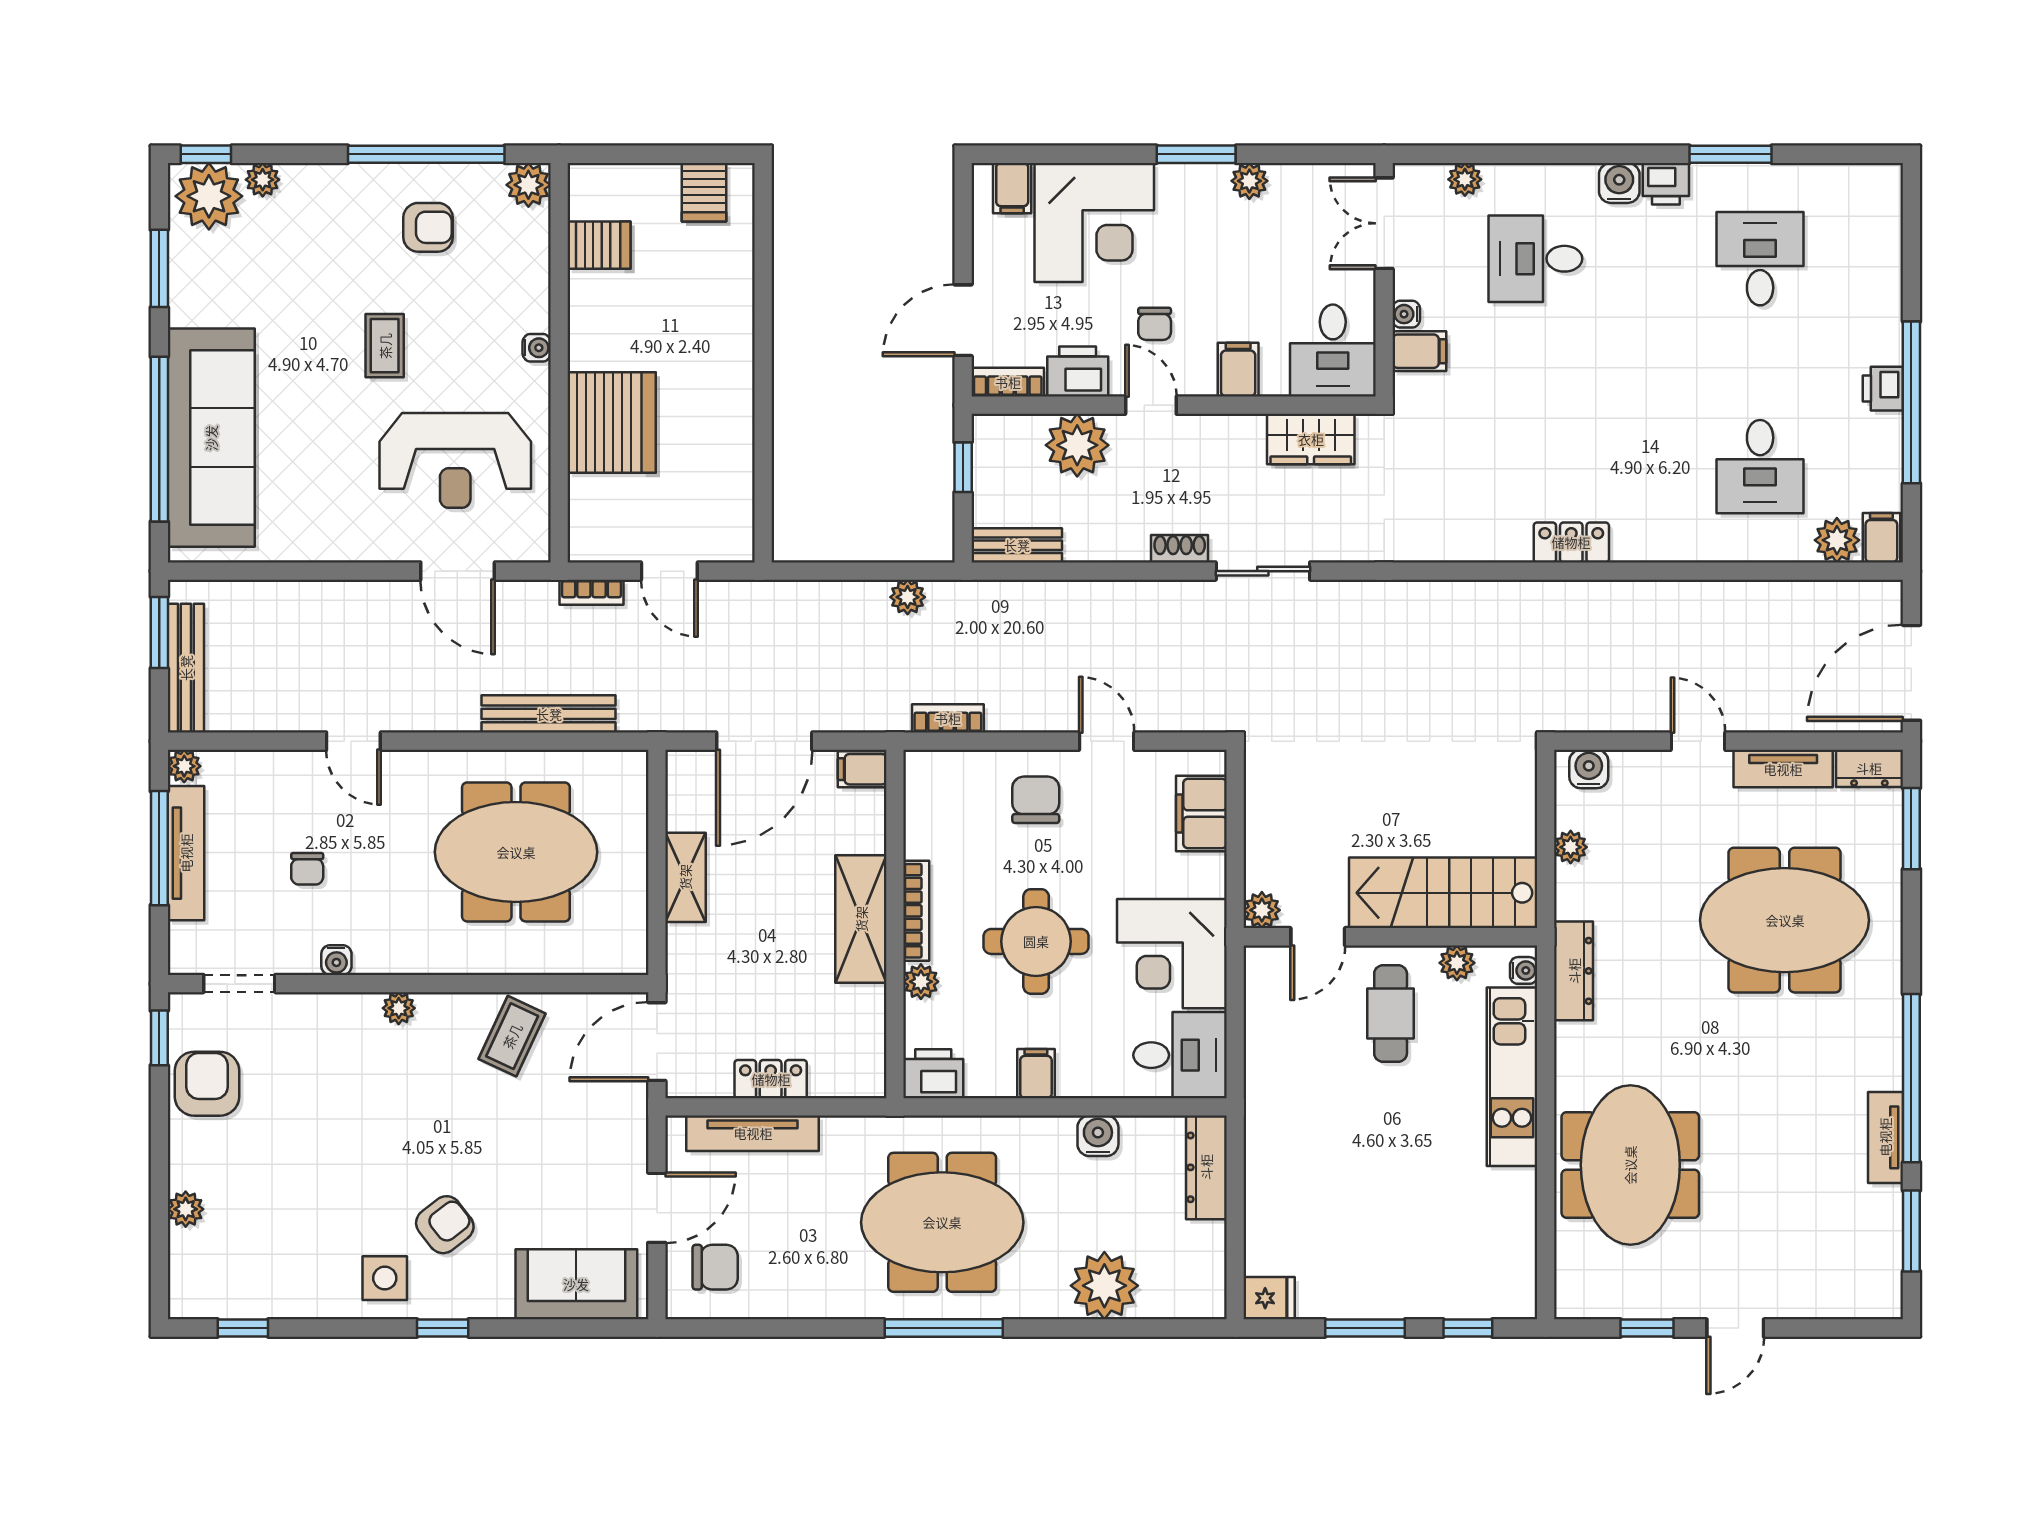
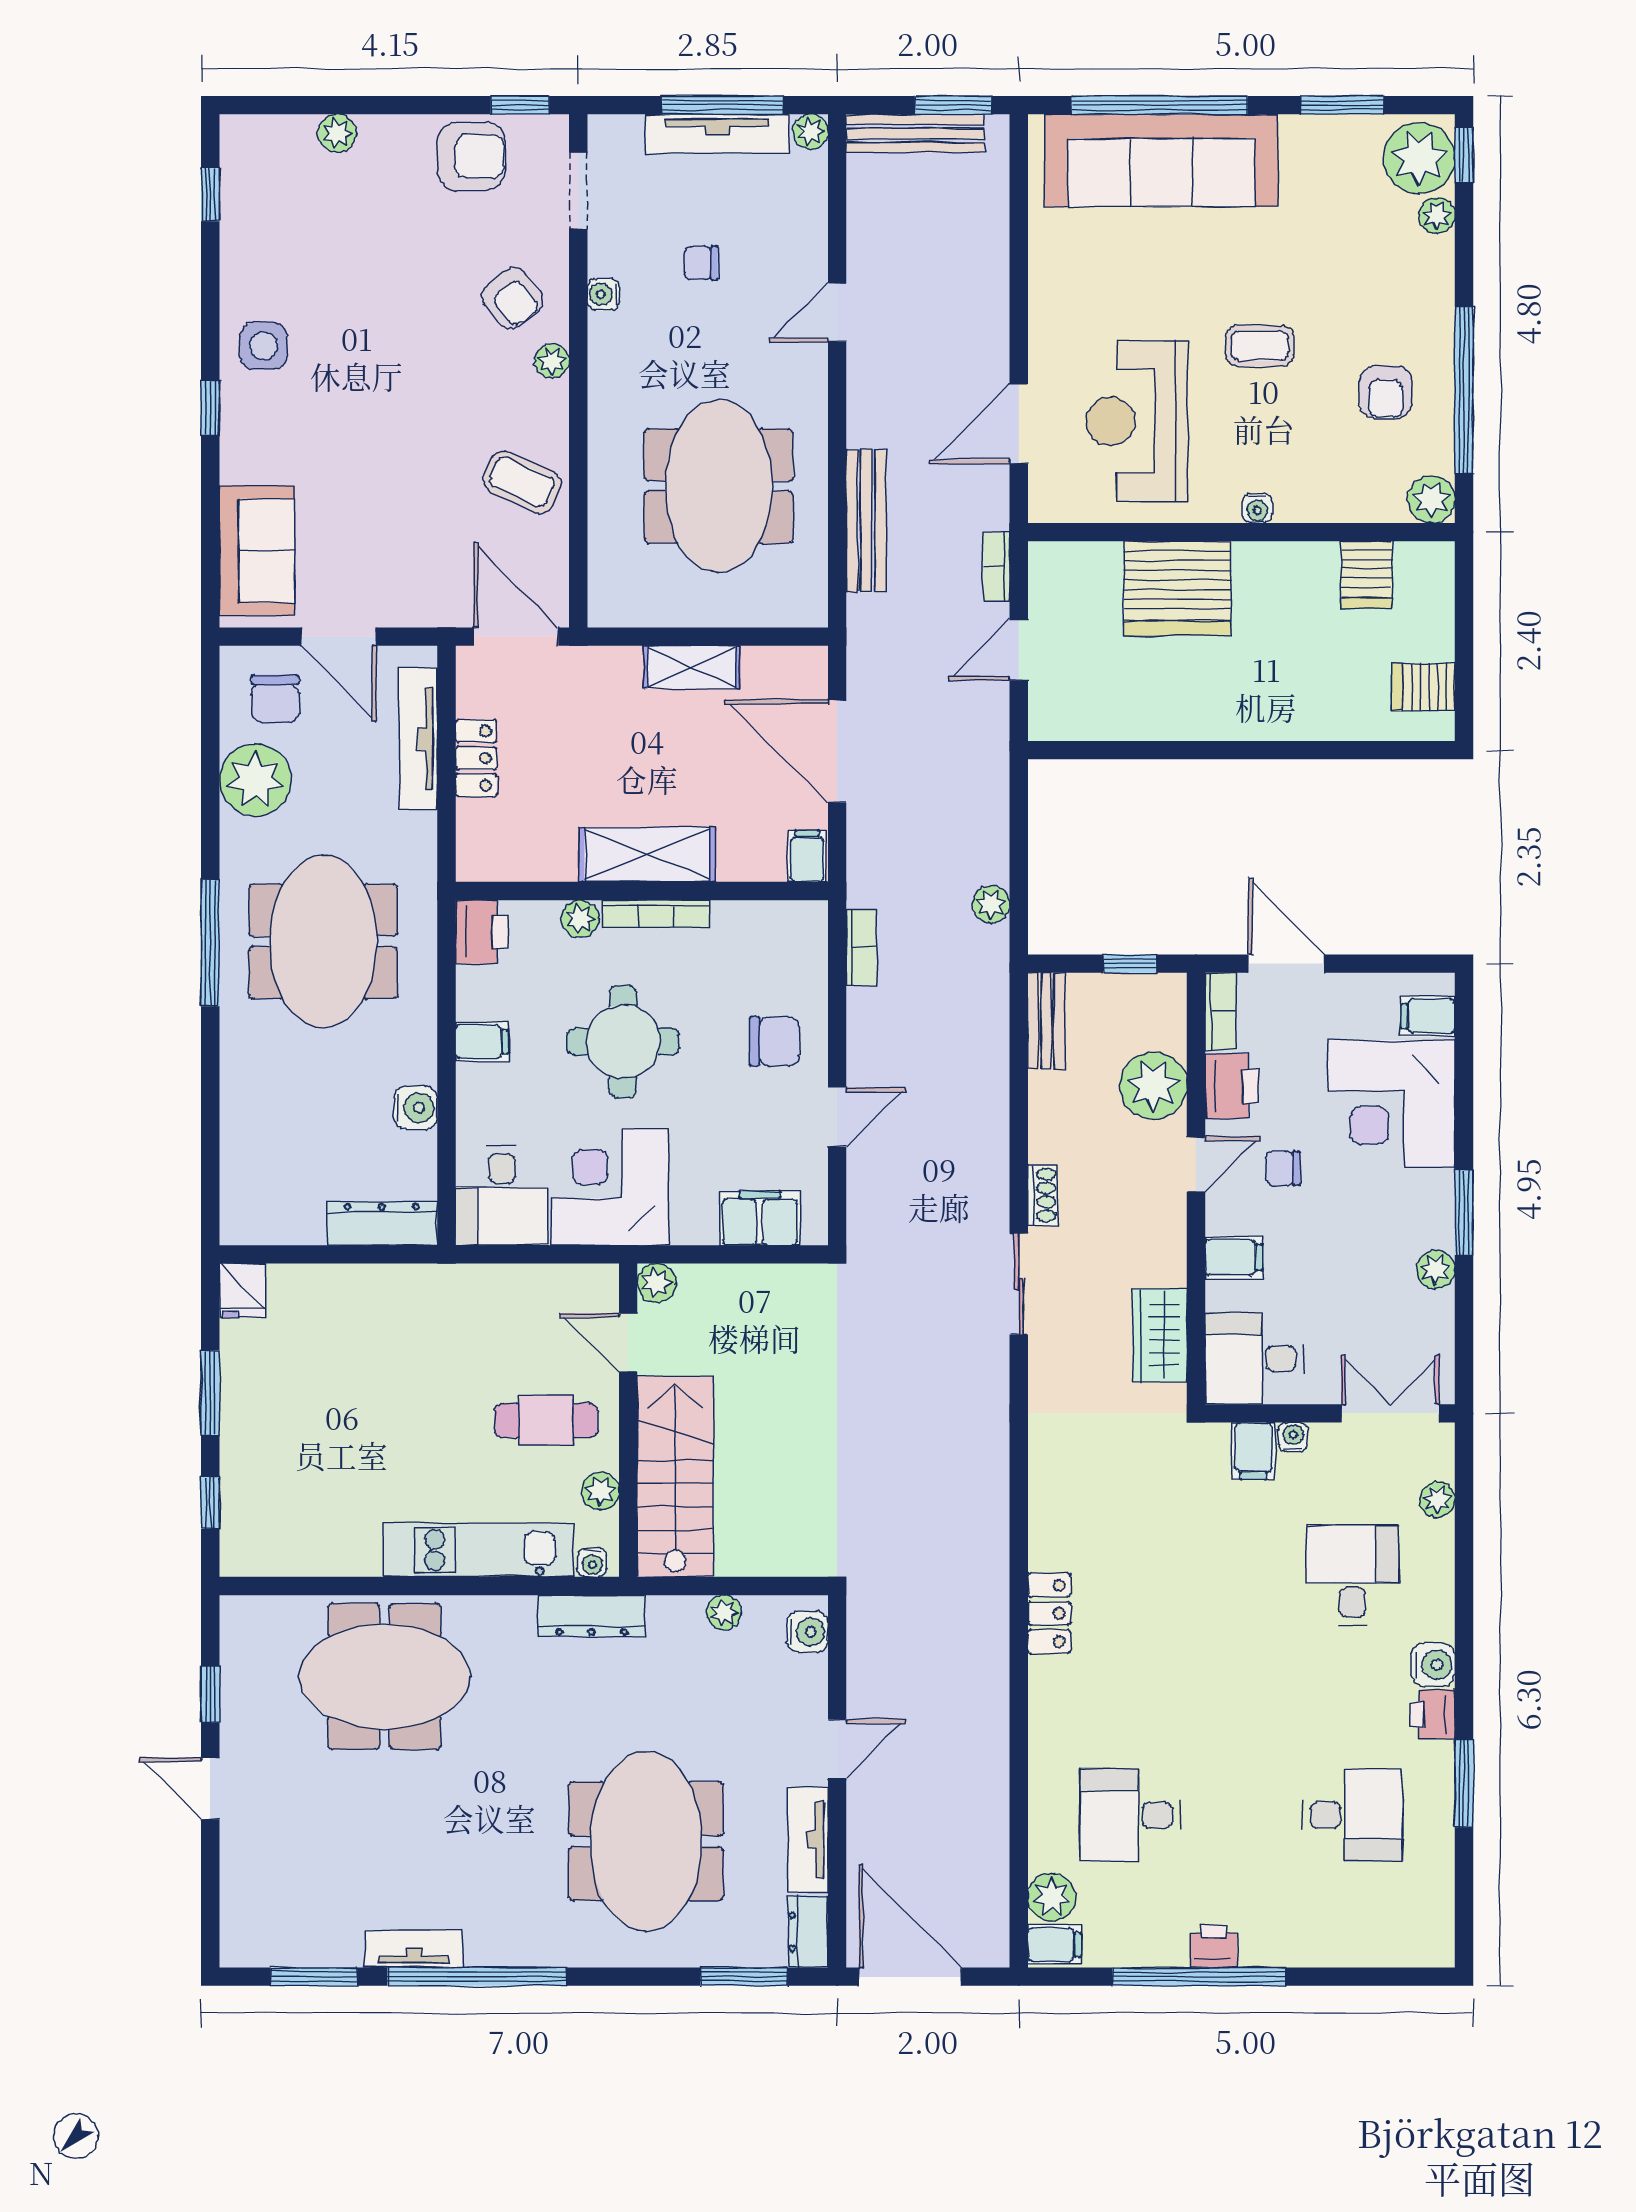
armchair: (445, 1225) -> (512, 298), moved
plant: (1104, 1286) -> (255, 780), moved

